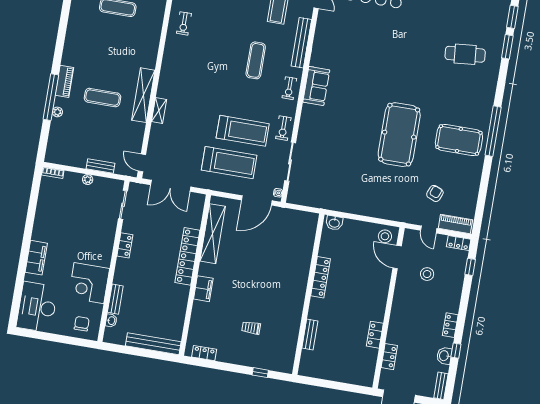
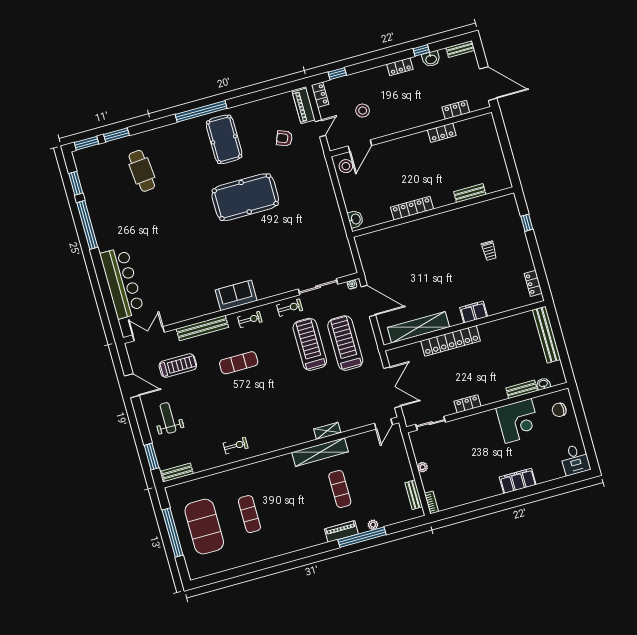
bench: (100, 166) -> (414, 495), moved
desk: (37, 307) -> (575, 460), width x0.53, depth x0.77

